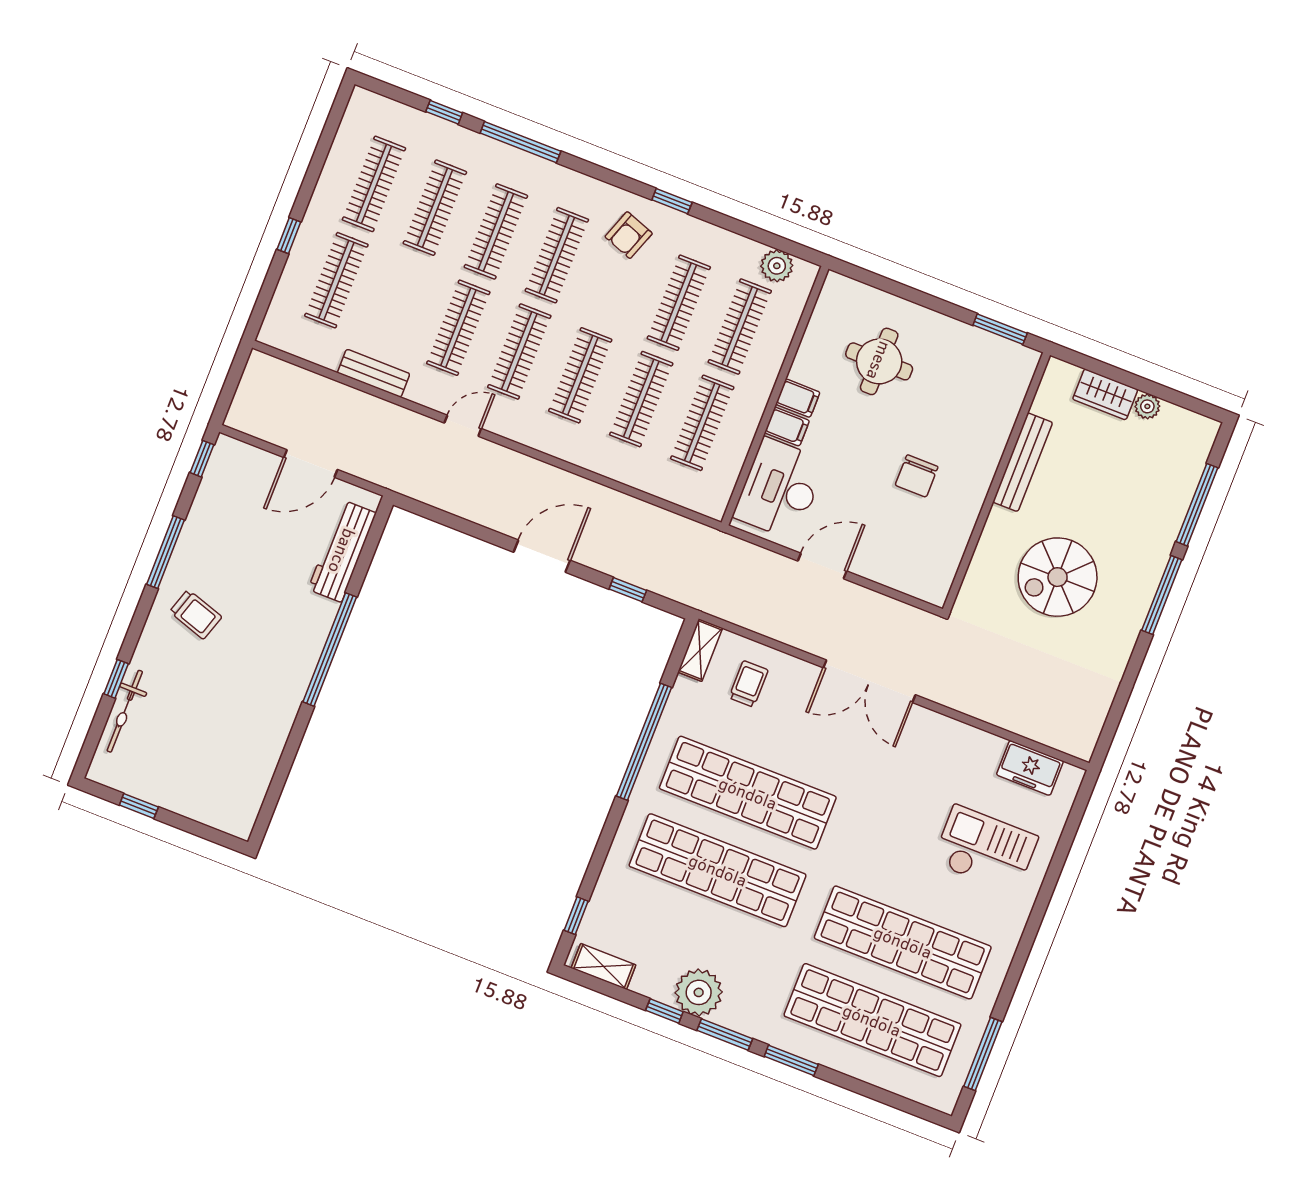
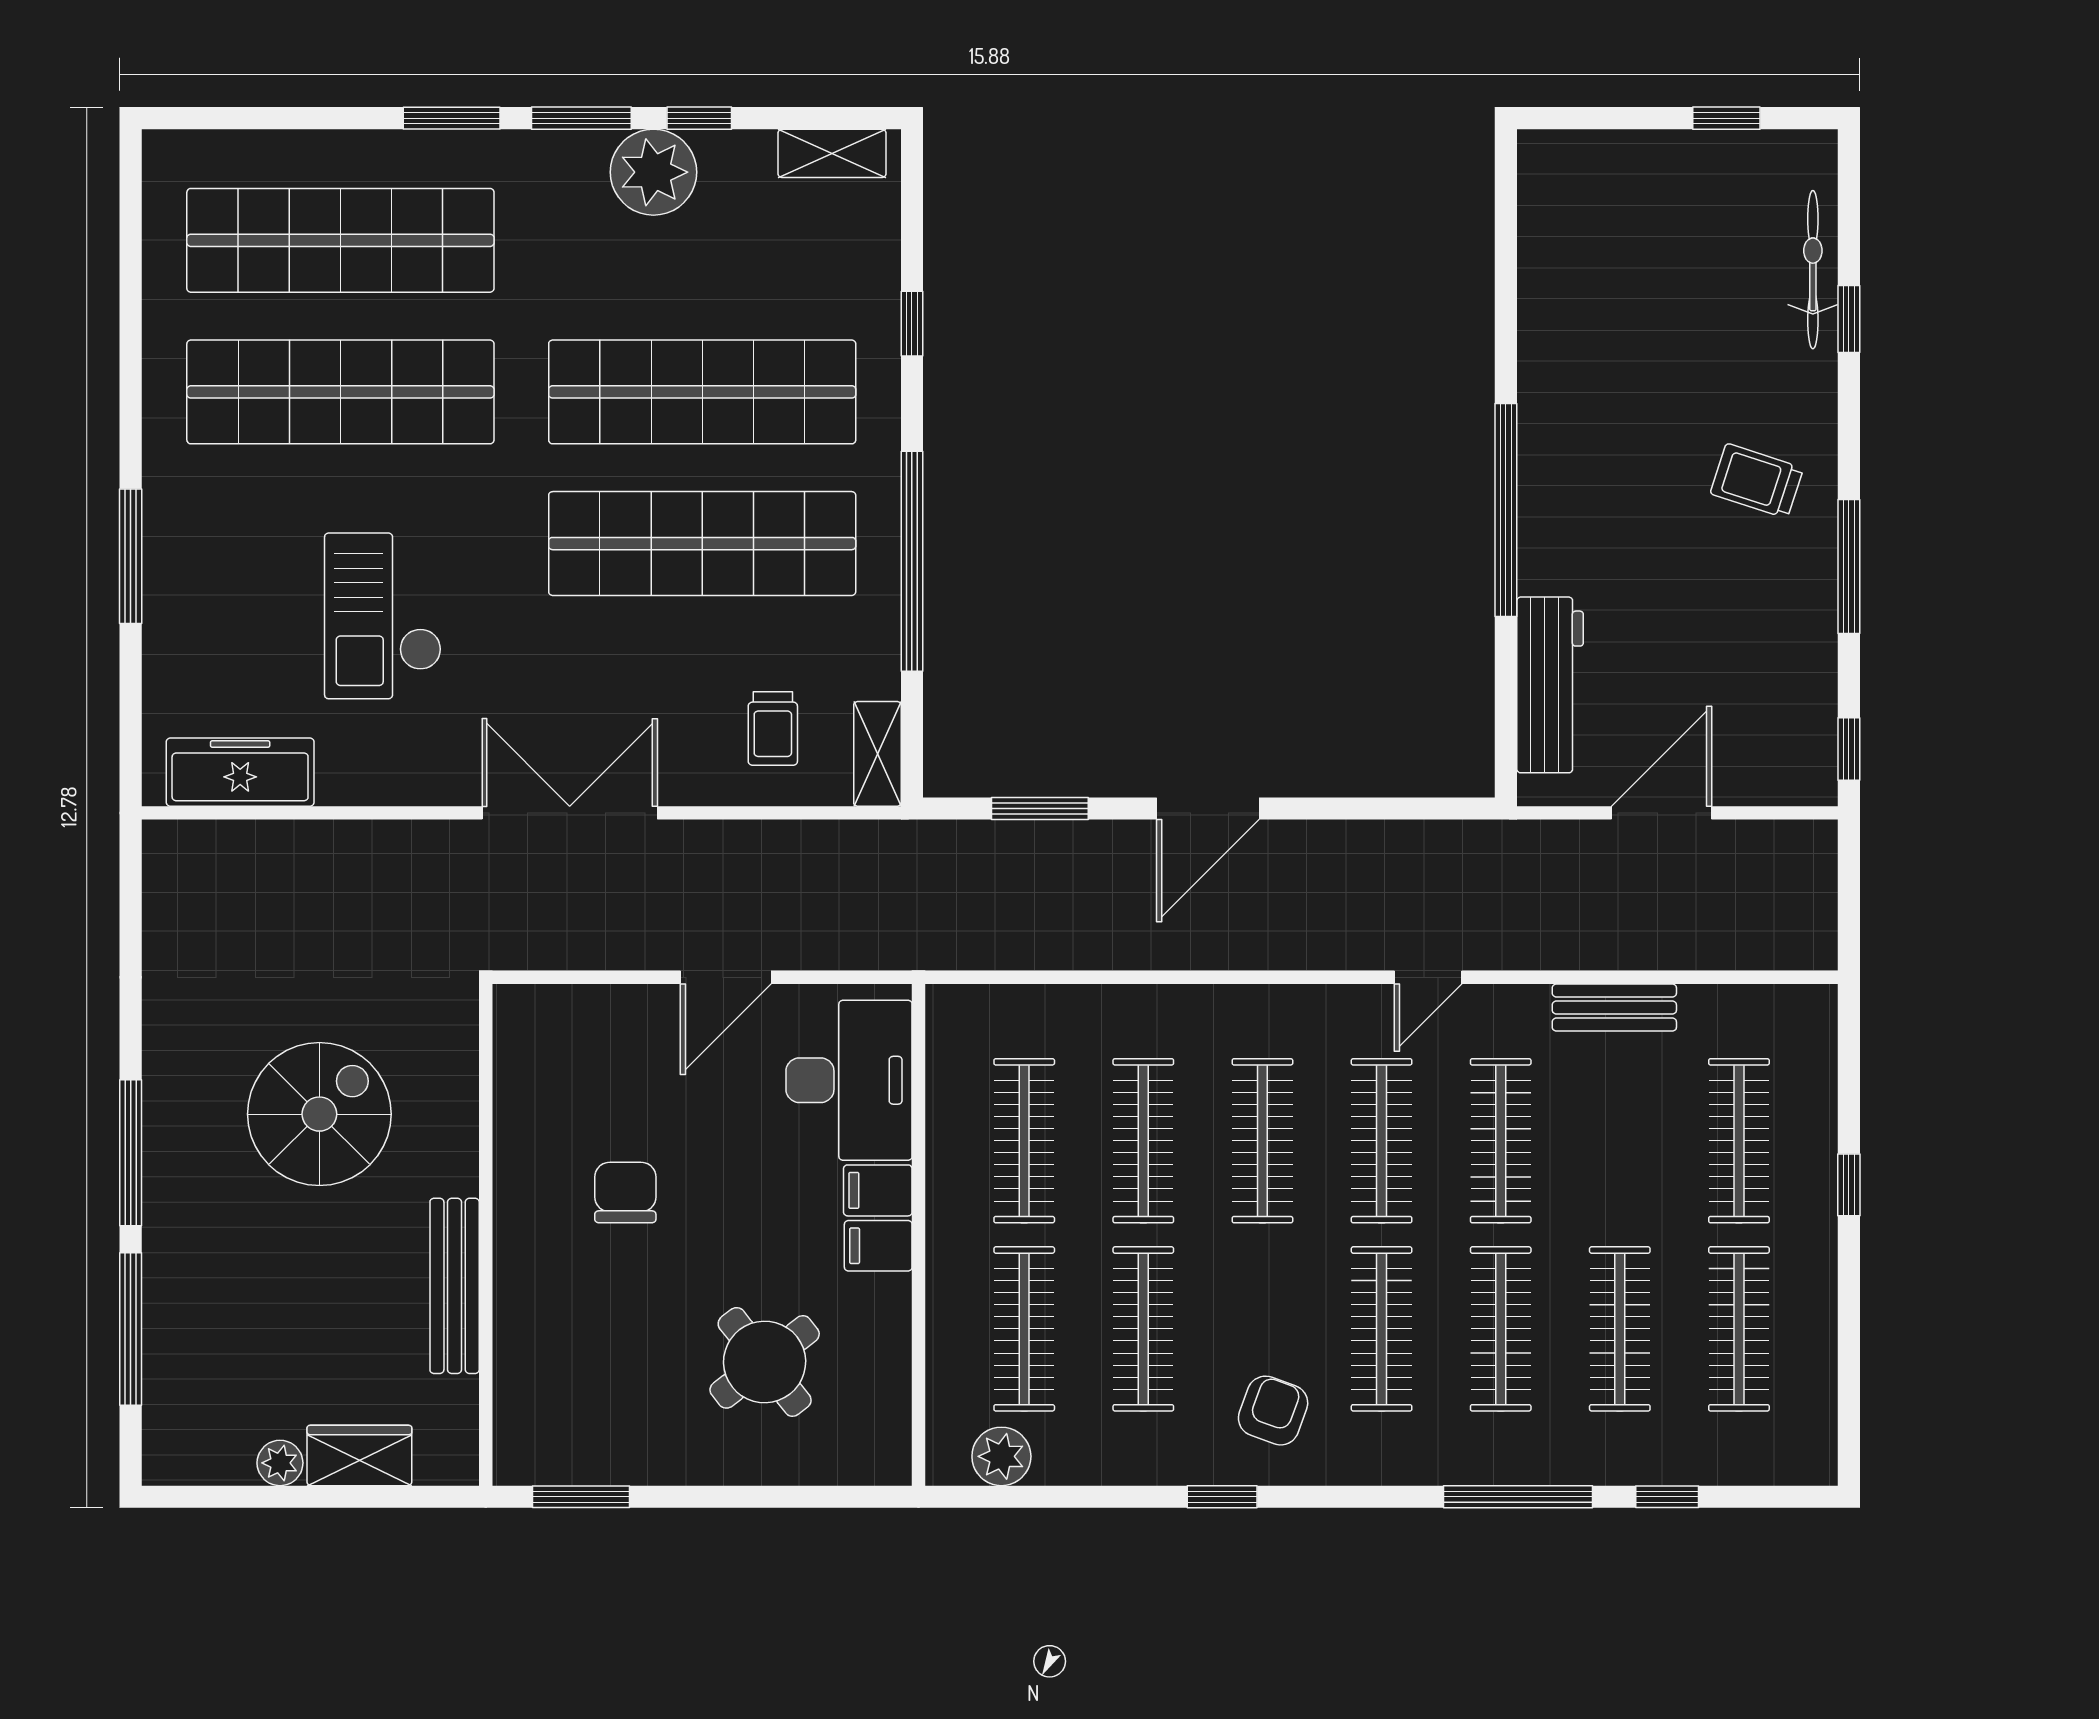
round table: (879, 361) -> (765, 1362), turned -38
window: (628, 590) -> (1040, 809), width x1.50
freezer: (1030, 768) -> (240, 772), width x1.40
checkout: (985, 849) -> (383, 616), moved, turned 90
window: (576, 916) -> (912, 324), moved
window: (983, 1054) -> (131, 556), moved

